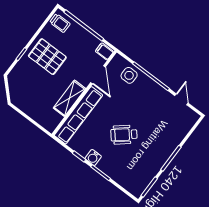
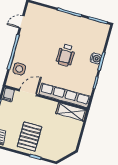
shelving: (69, 98) -> (71, 112), moved
wheelchair: (124, 135) -> (66, 55), turned 40
water cooler: (93, 157) -> (96, 58), moved

